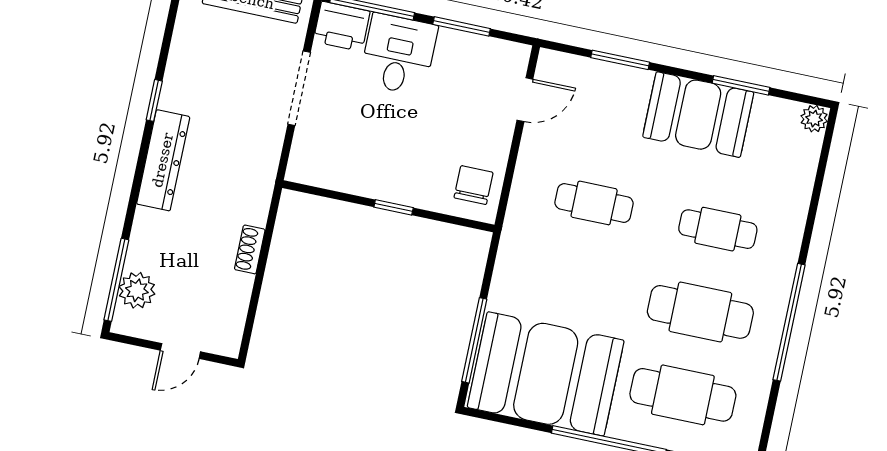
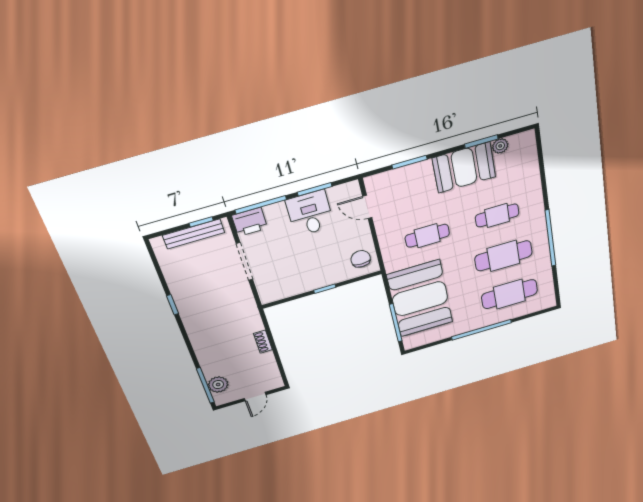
desk: (398, 54) -> (310, 213), moved
door: (525, 100) -> (367, 207), swing flipped
plant: (814, 119) -> (500, 146), moved
dresser: (163, 160) -> (195, 327), removed
booth: (546, 374) -> (420, 299), moved, turned 90

